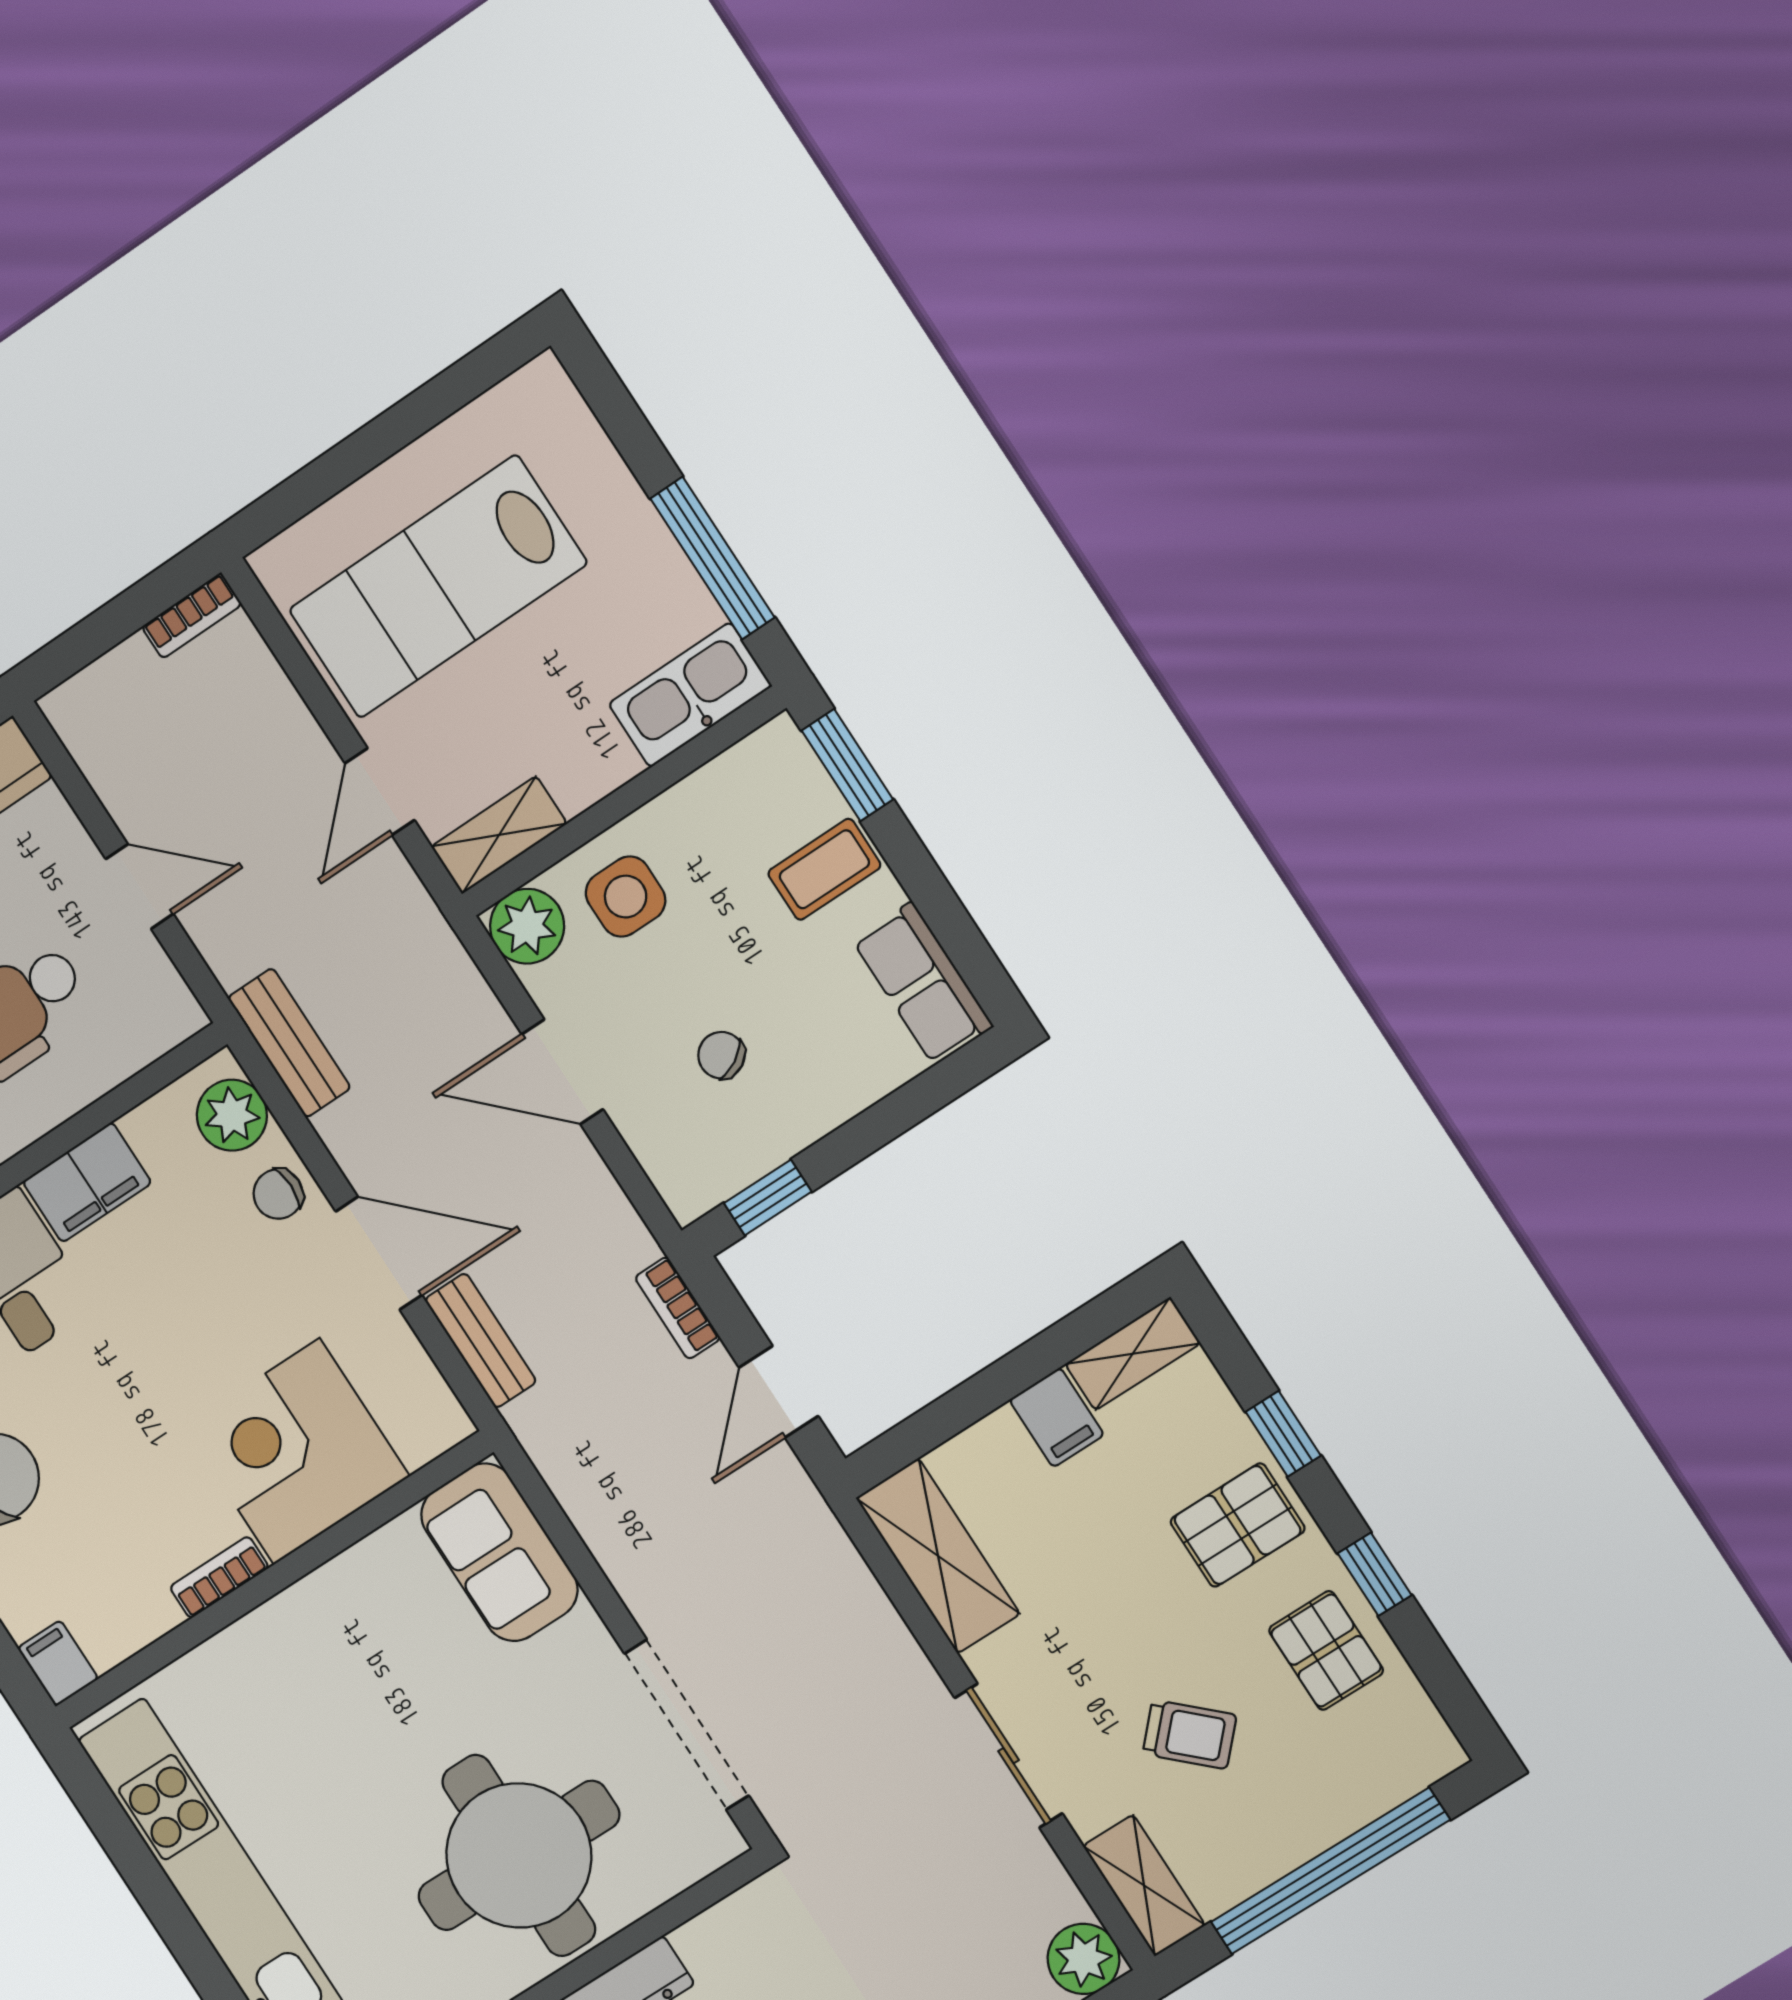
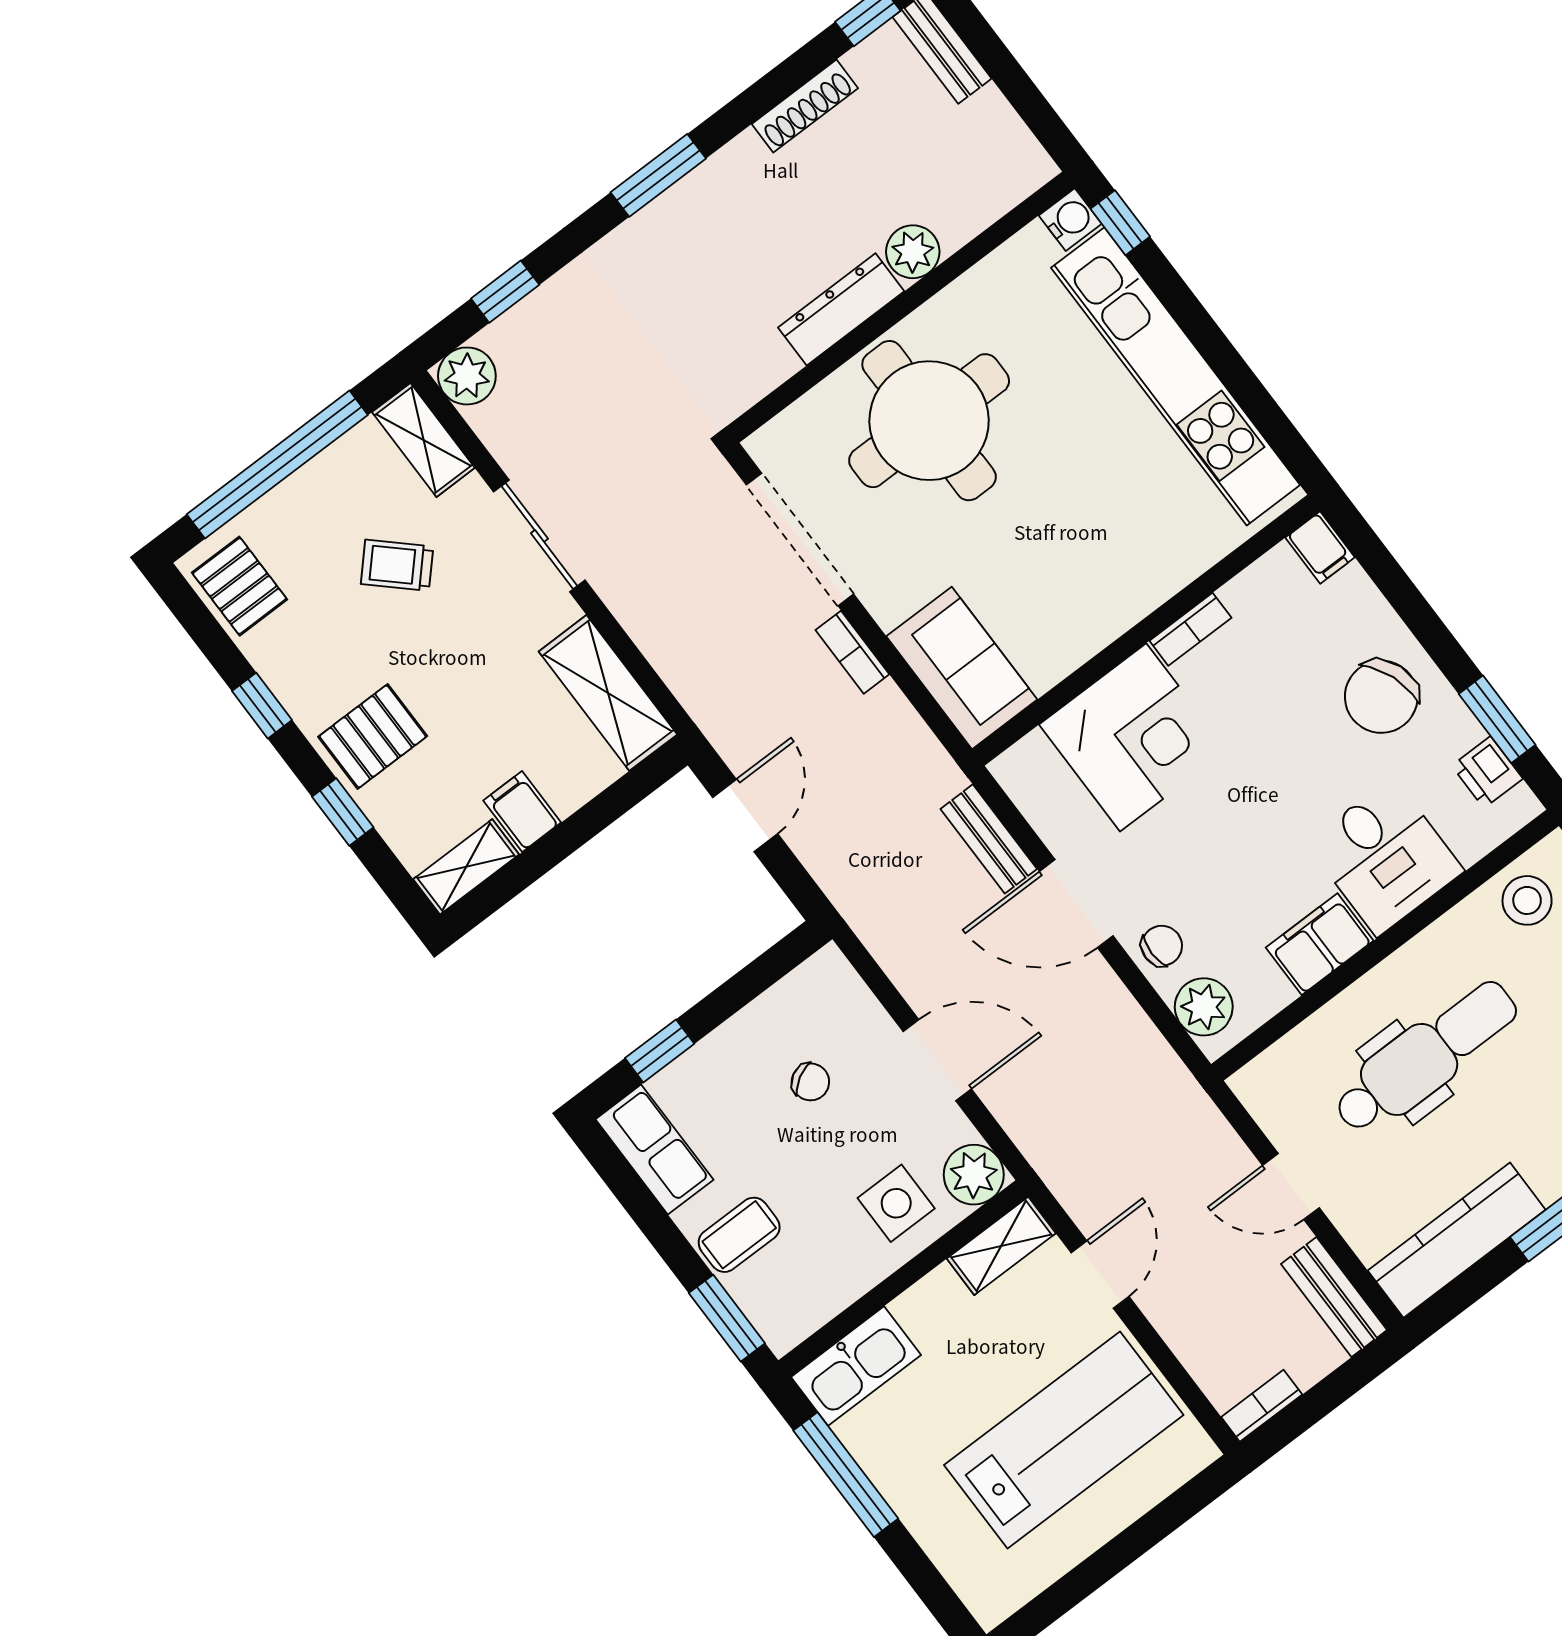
bench: (289, 1043) -> (1334, 1297), moved
window: (768, 1197) -> (660, 1051), moved
bookcase: (678, 1308) -> (852, 652), moved, turned 180
pallet: (1326, 1650) -> (239, 586), moved

